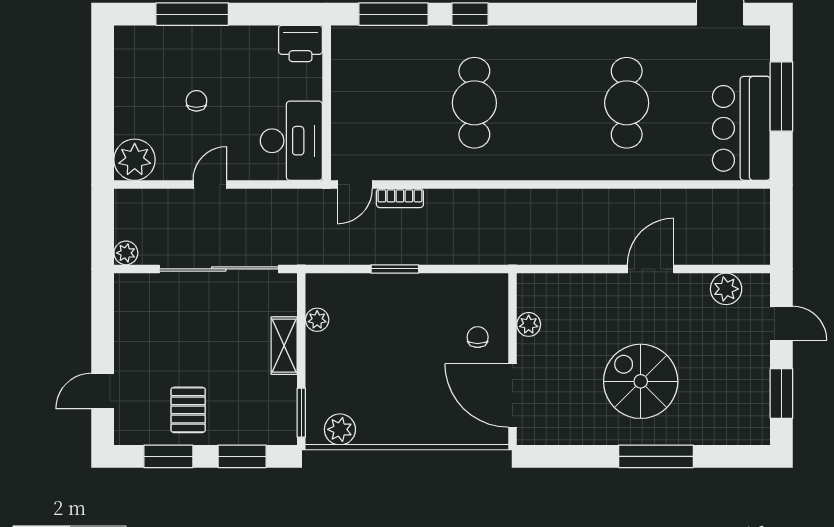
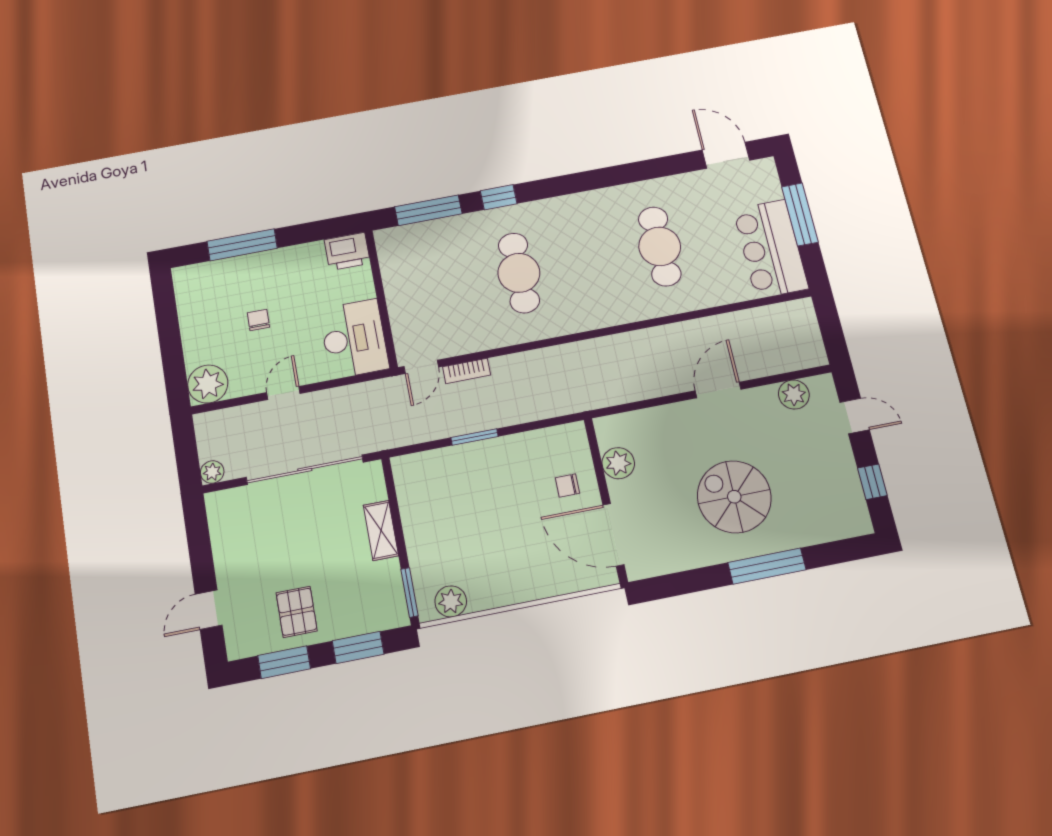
plant: (317, 320) -> (409, 499), removed
plant: (529, 324) -> (618, 463), width x1.38, depth x1.38
chair: (478, 337) -> (567, 485), turned -90
window: (781, 394) -> (872, 482), width x0.67

